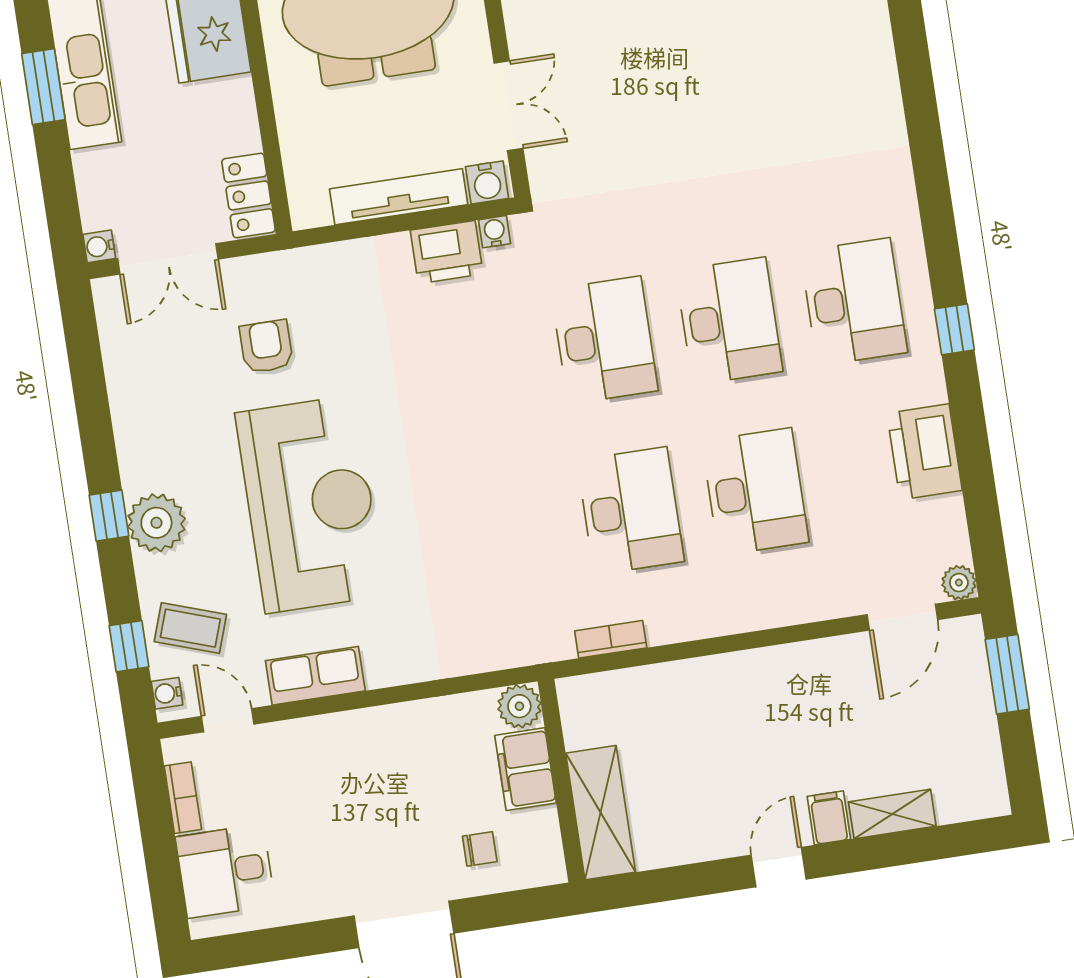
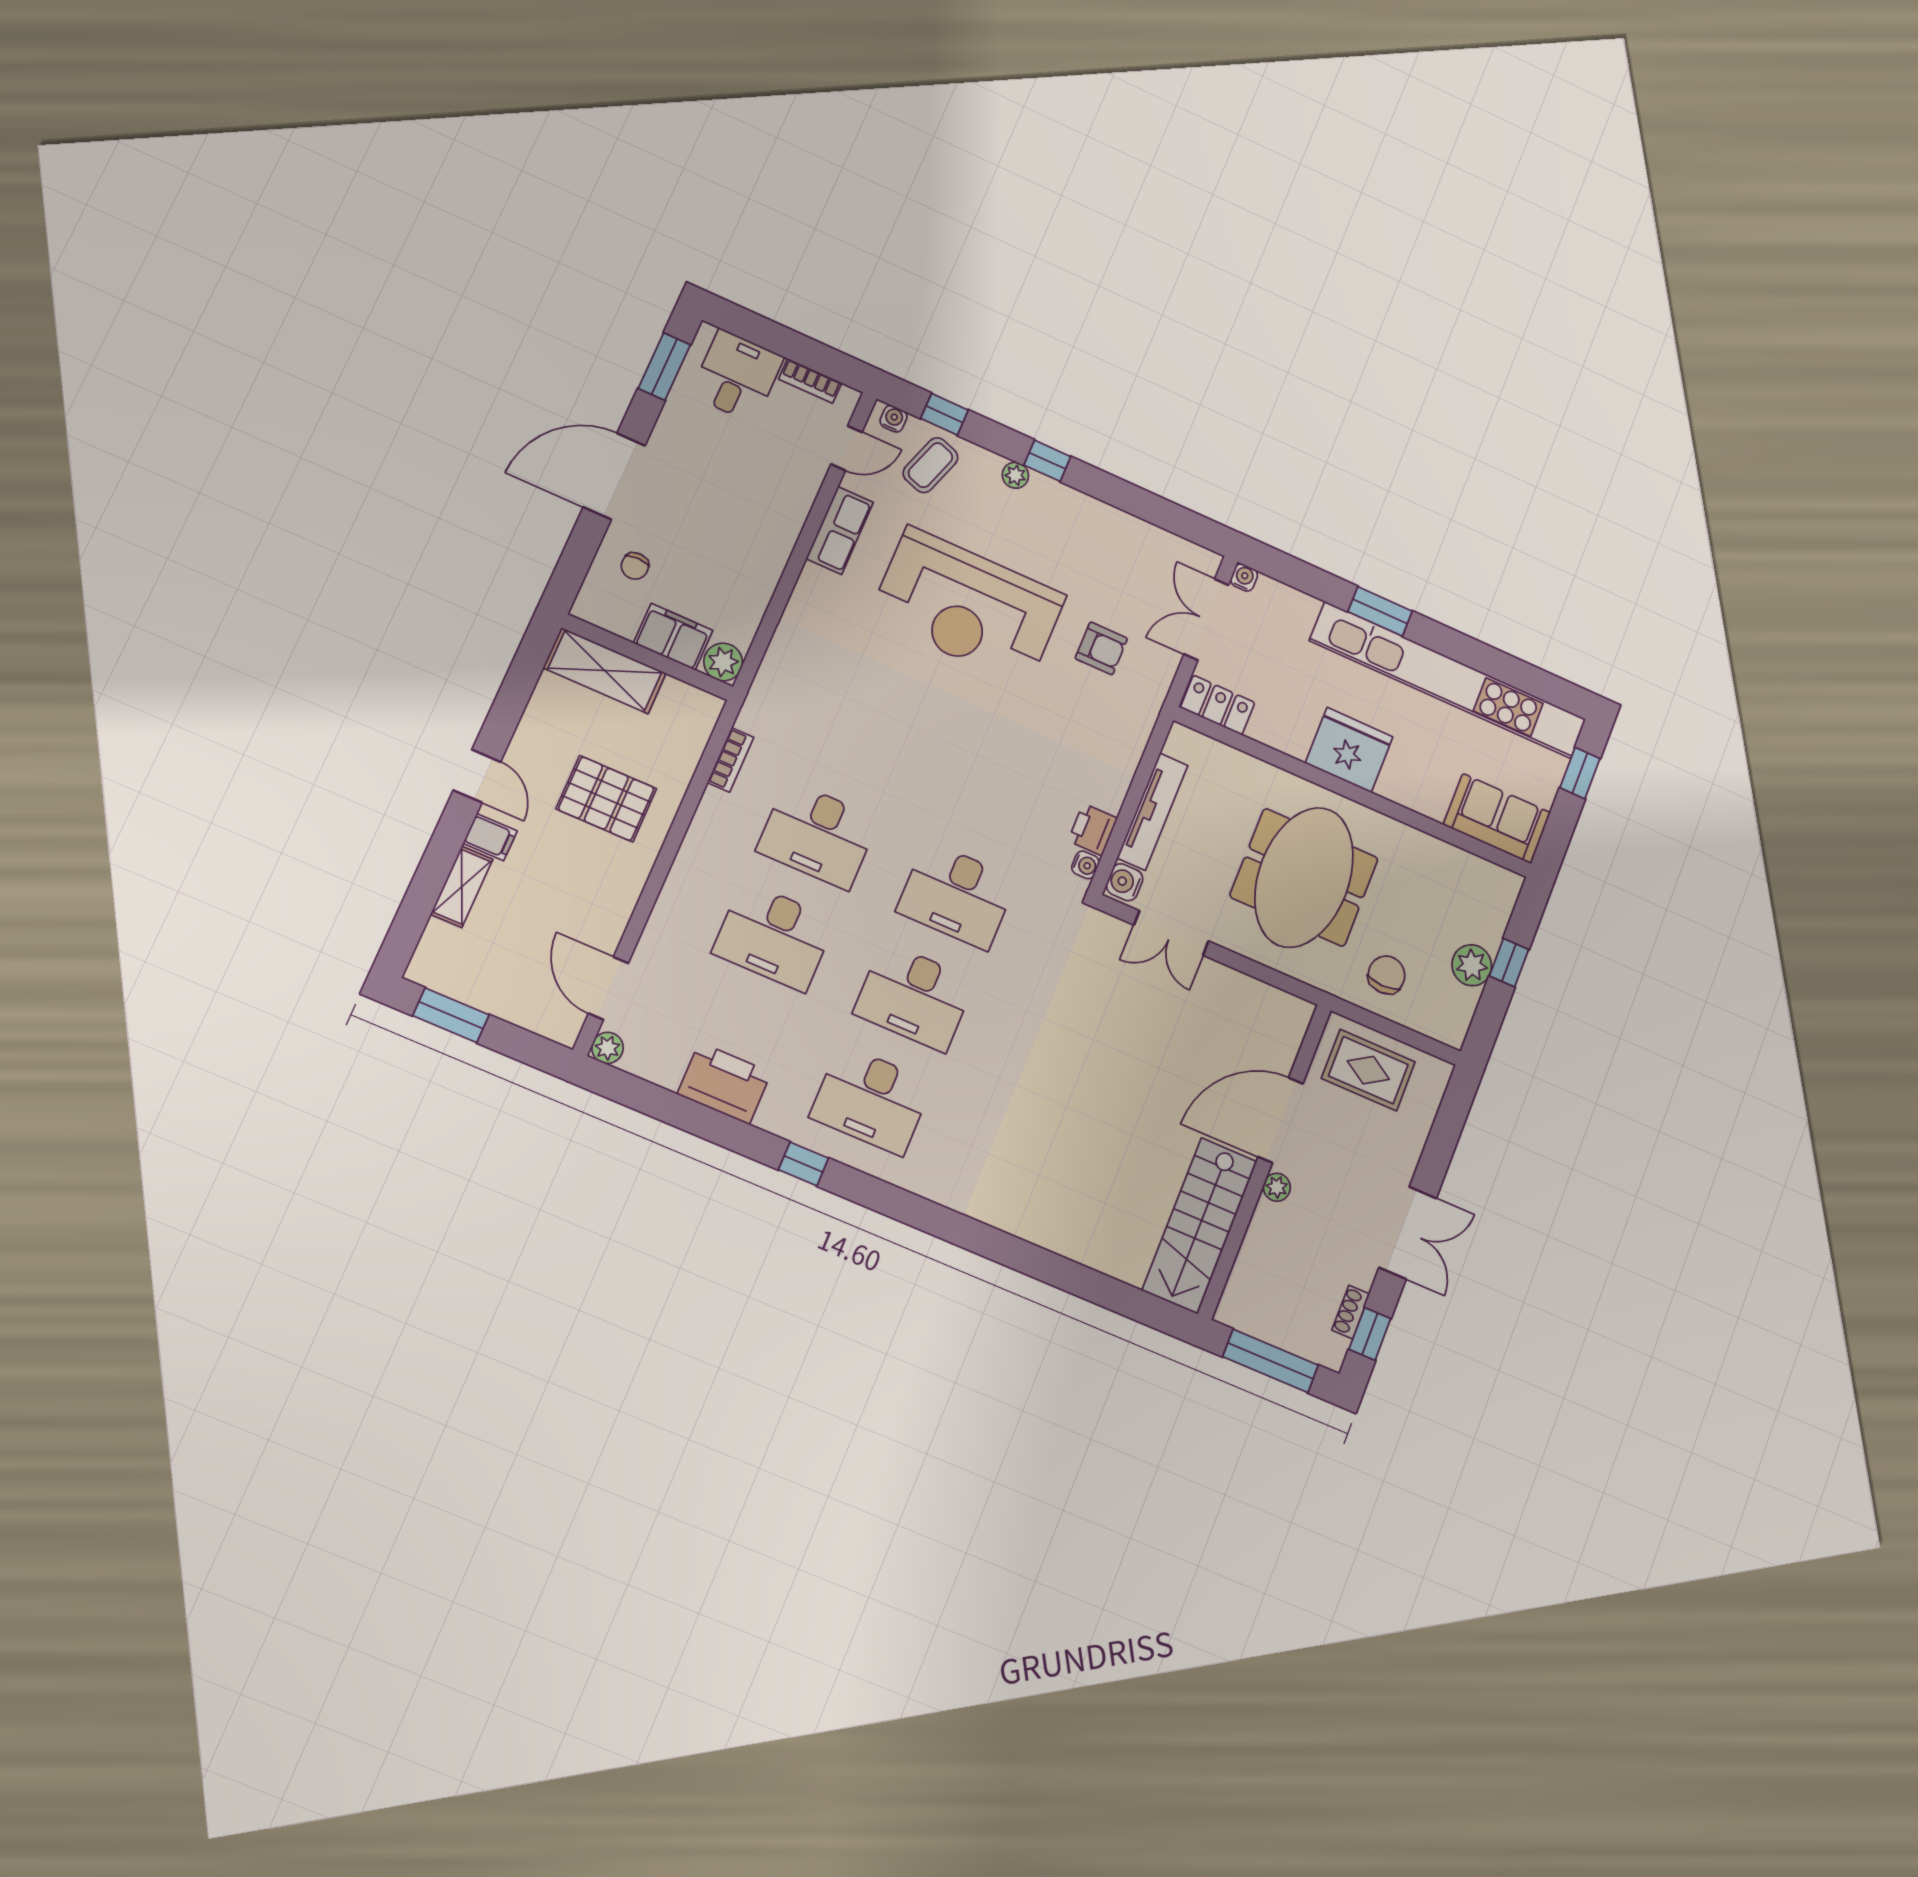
printer: (447, 252) -> (1093, 830), width x0.73, depth x0.81
plant: (156, 523) -> (1015, 475), width x0.53, depth x0.53
window: (1007, 674) -> (451, 1015), moved
pallet: (723, 733) -> (606, 799), added
window: (263, 946) -> (664, 367), added

